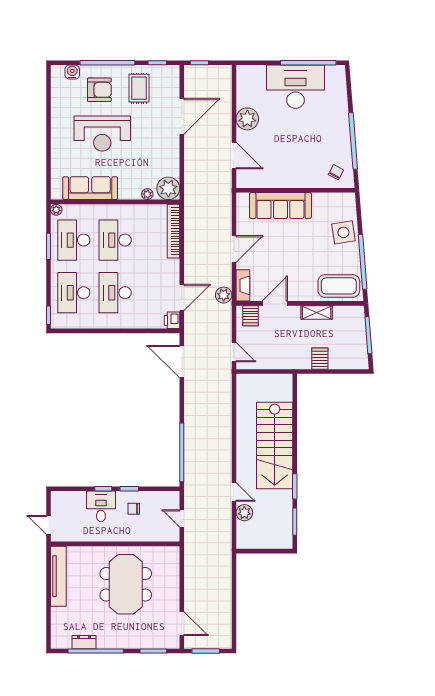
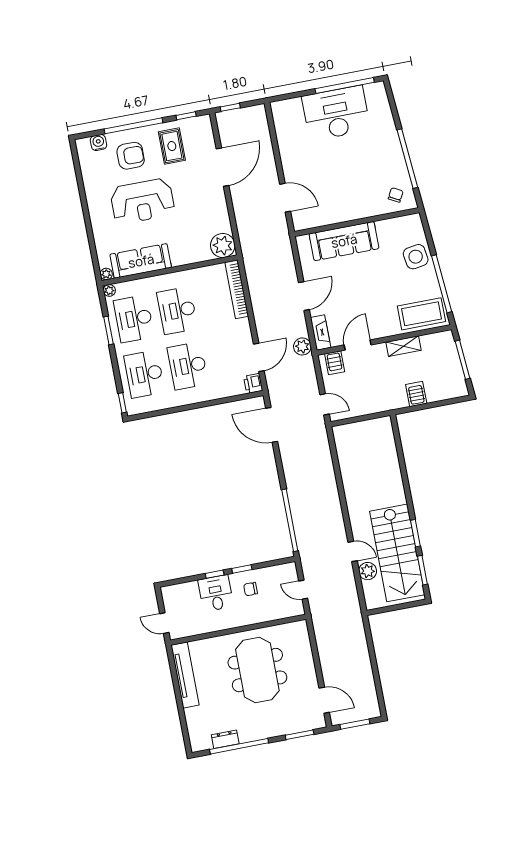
plant: (247, 119) -> (292, 157), removed
plant: (147, 194) -> (106, 274), moved
stairs: (275, 446) -> (397, 553), moved

